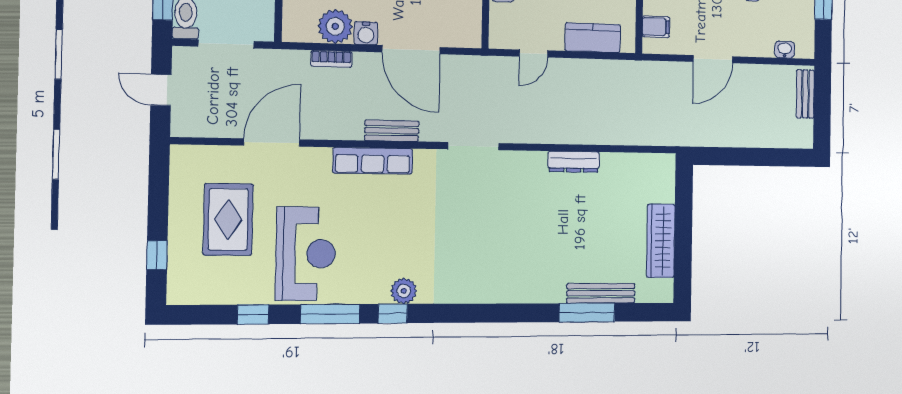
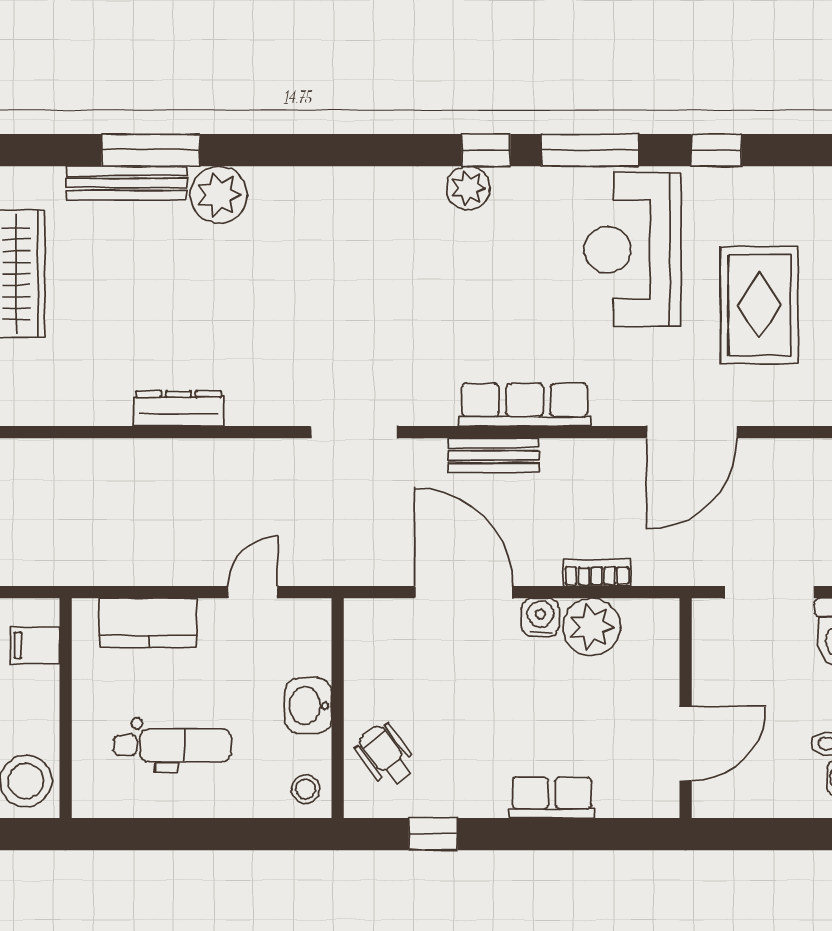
plant: (549, 287) -> (219, 195), added

